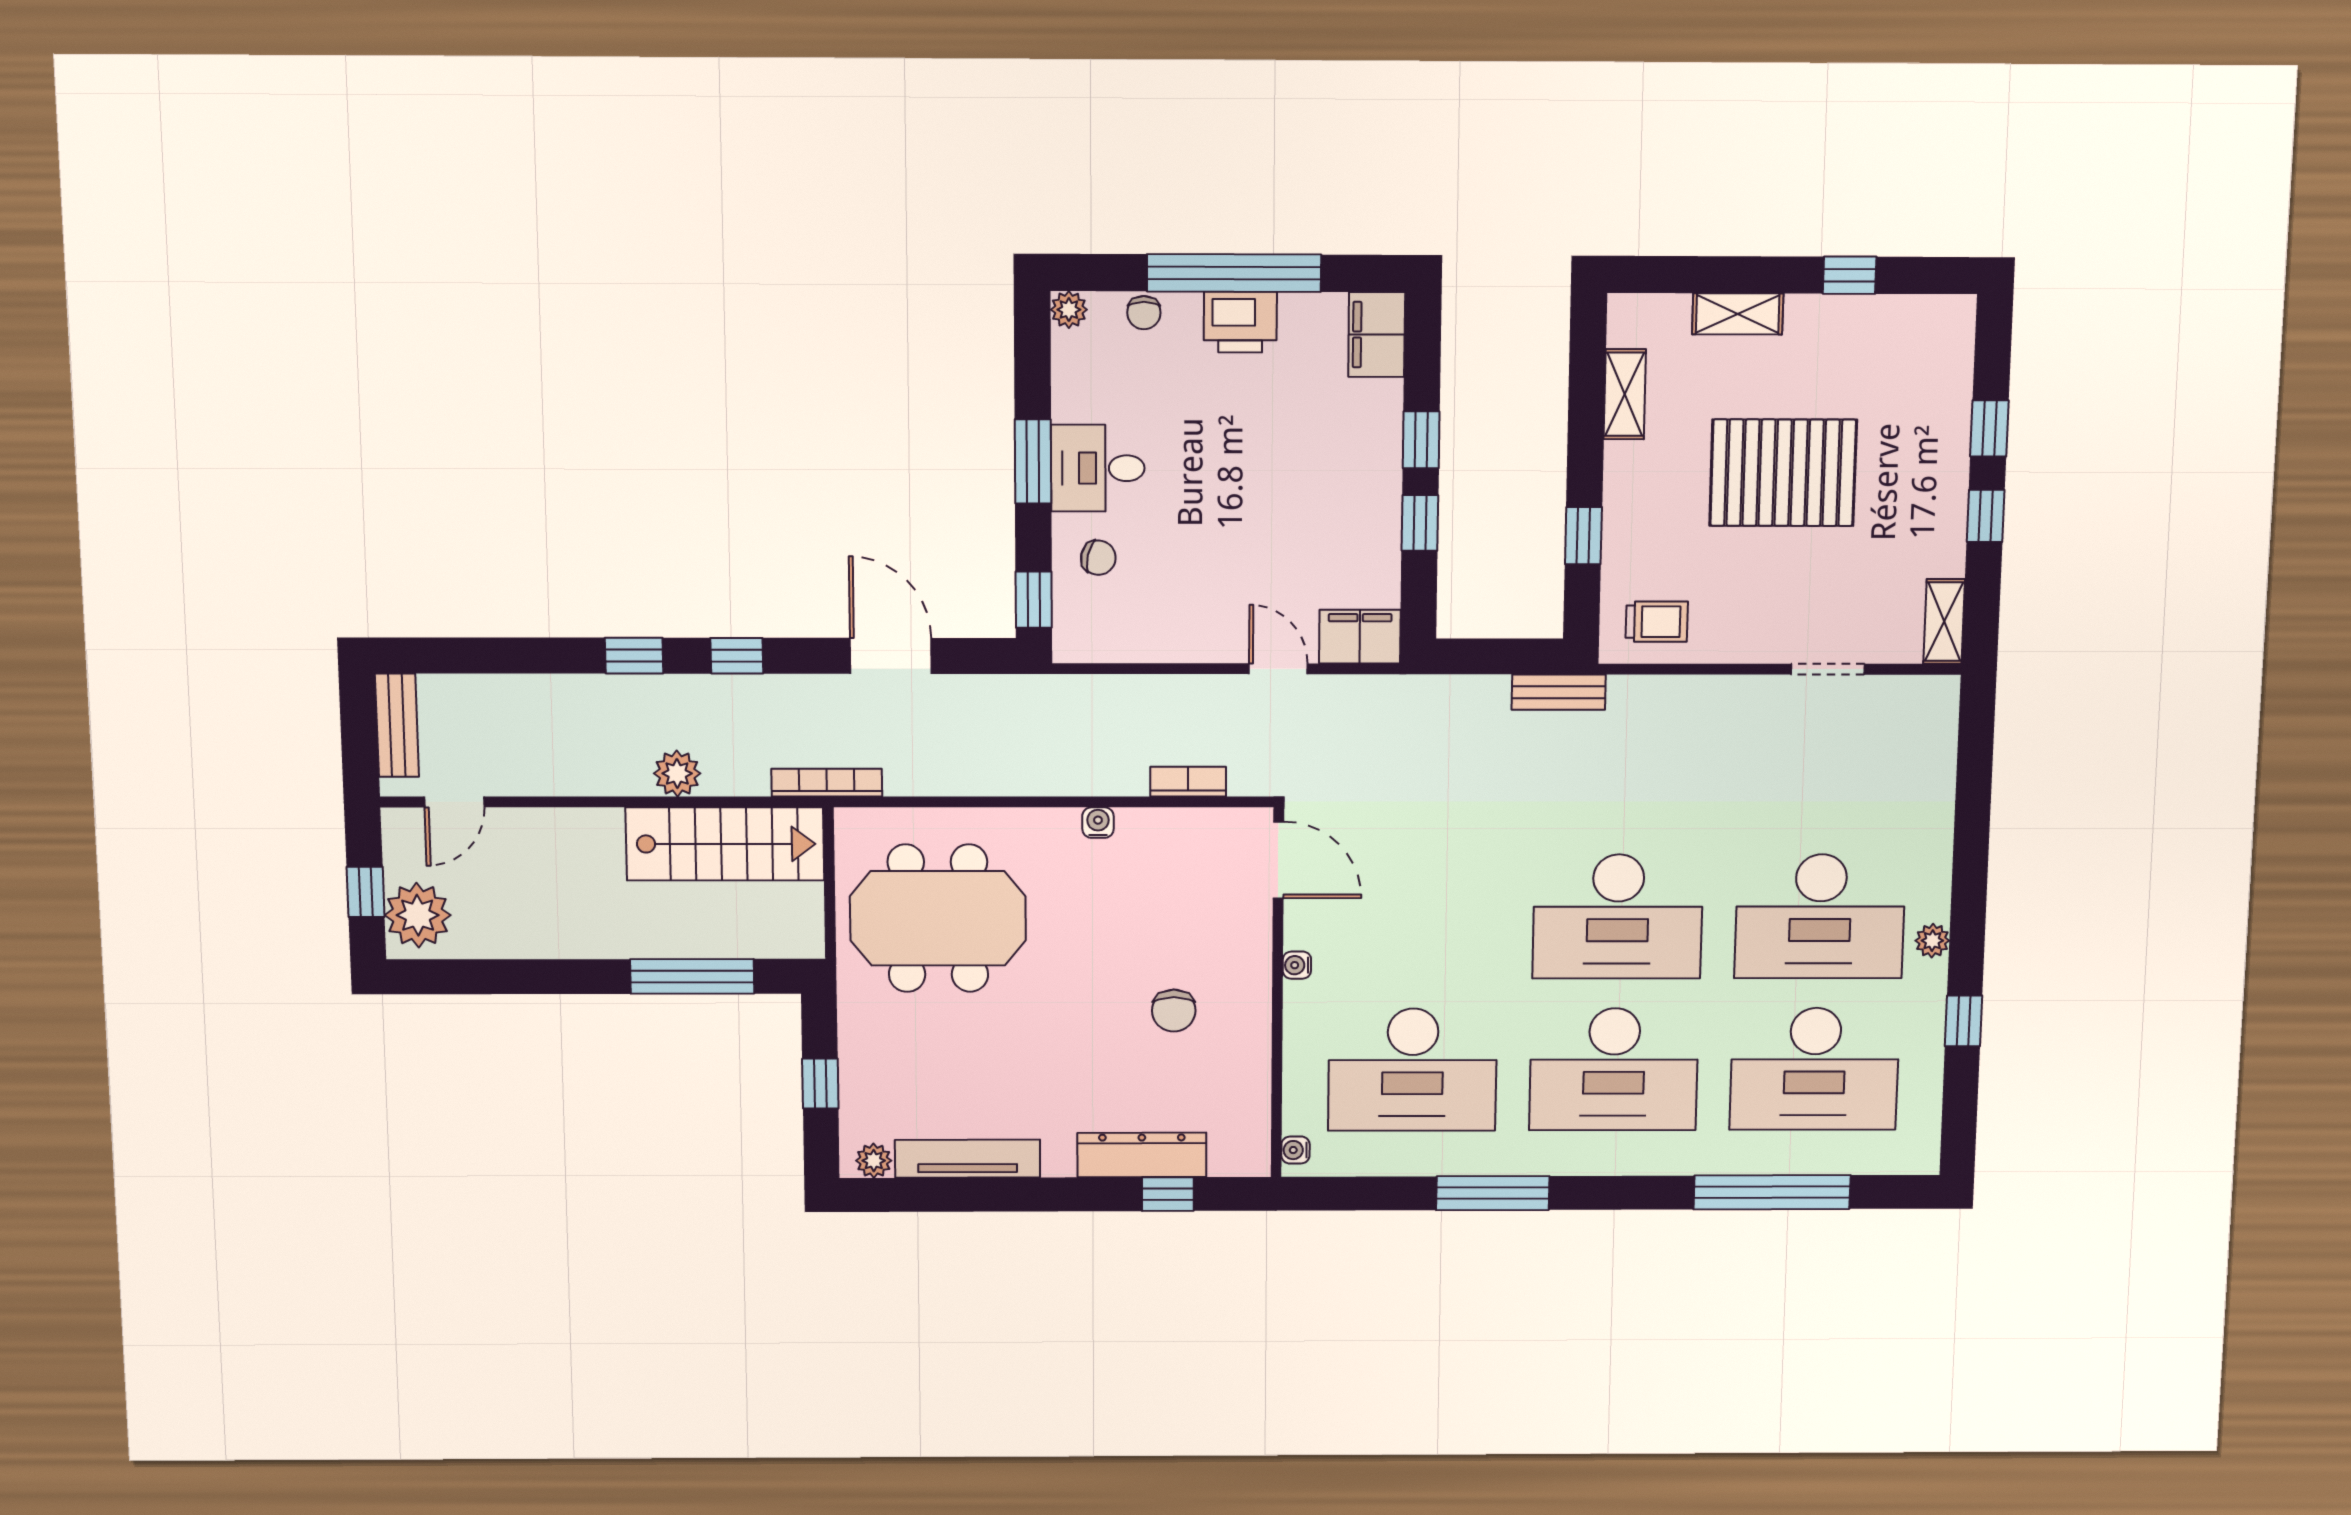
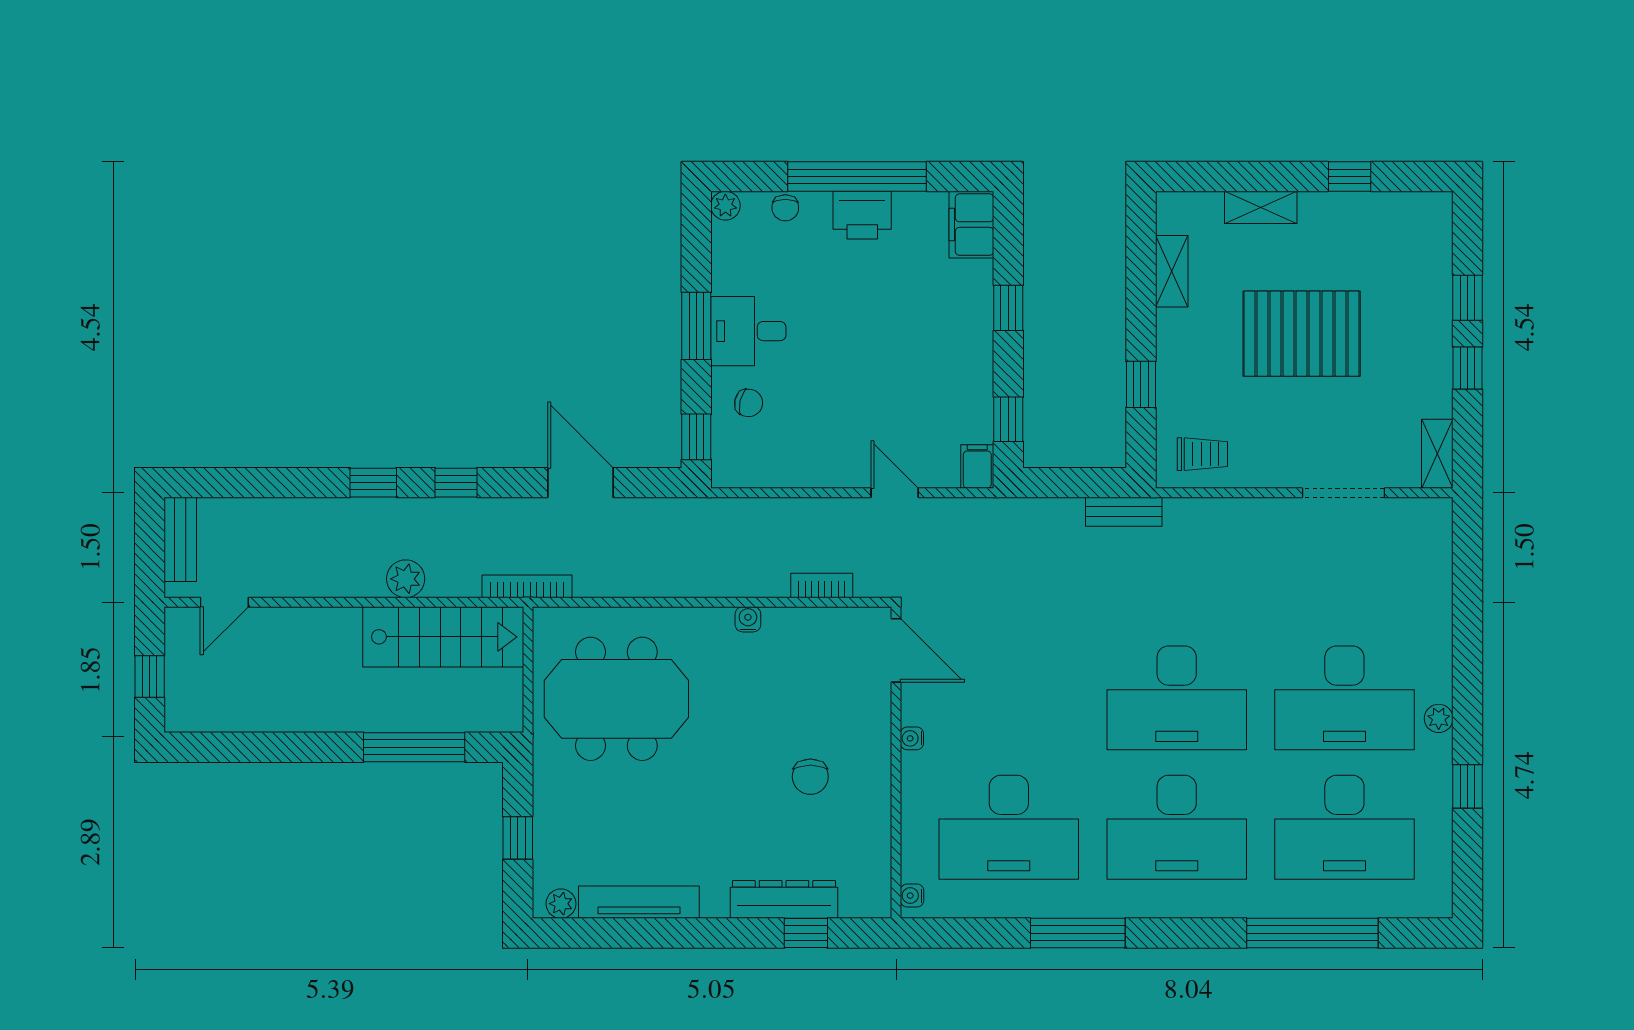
window: (1420, 523) -> (1008, 419), moved
filing cabinet: (1360, 637) -> (977, 467), width x0.50
doorway: (1828, 669) -> (1343, 493), width x1.38
plant: (418, 915) -> (191, 696), removed

